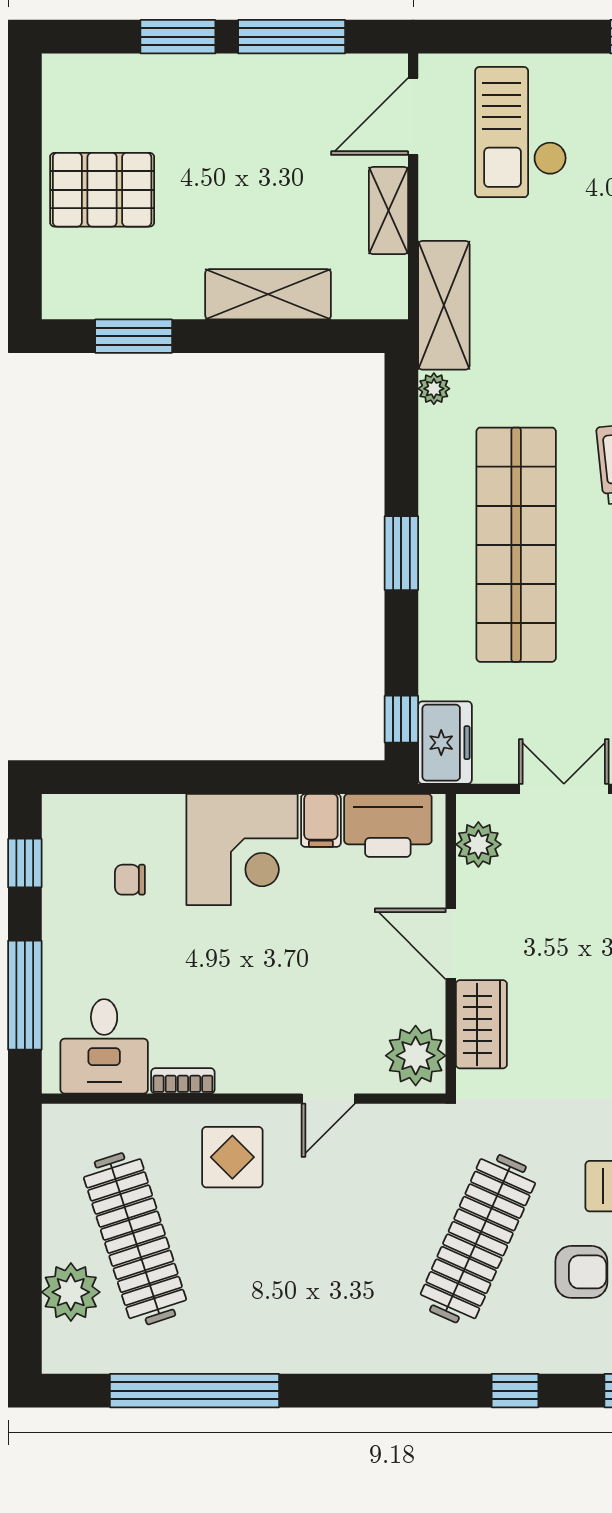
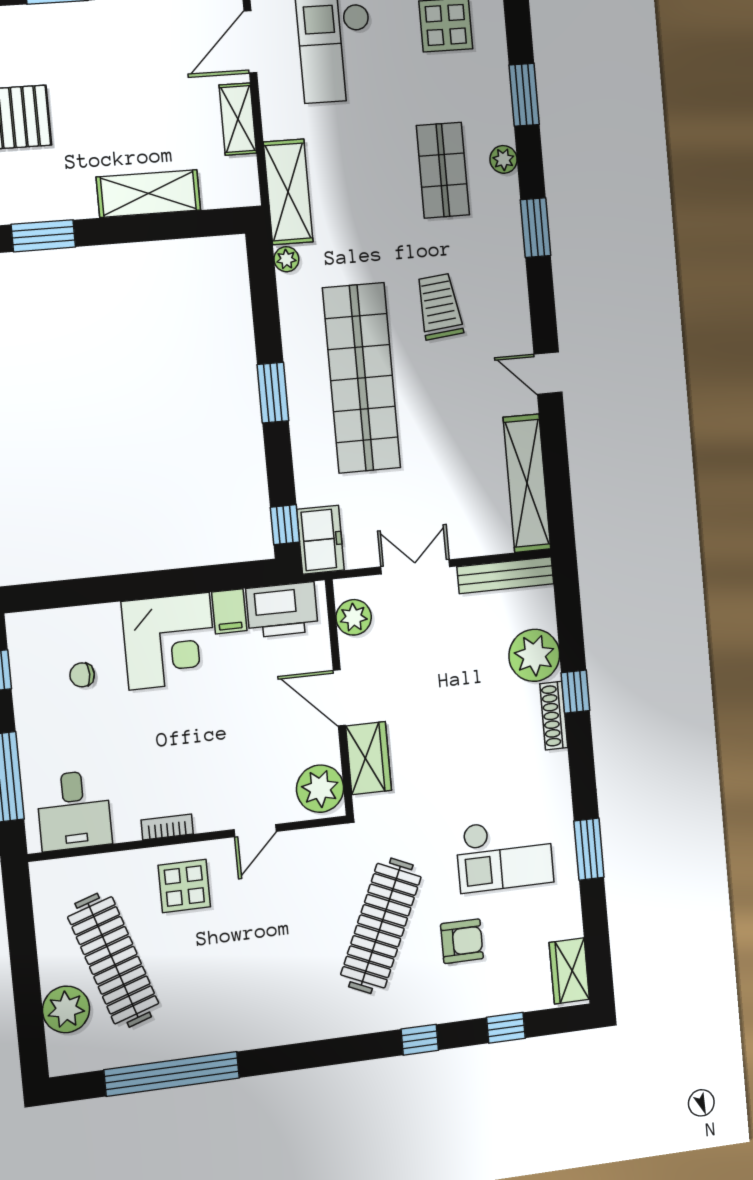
bookcase: (183, 1081) -> (167, 827), moved

